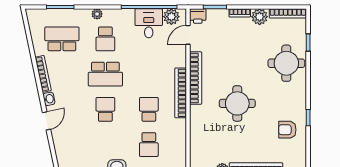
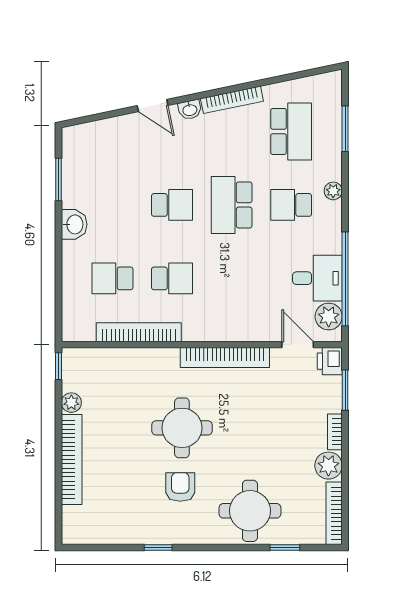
bookcase: (181, 93) -> (139, 332), moved
armchair: (287, 130) -> (180, 487), moved

